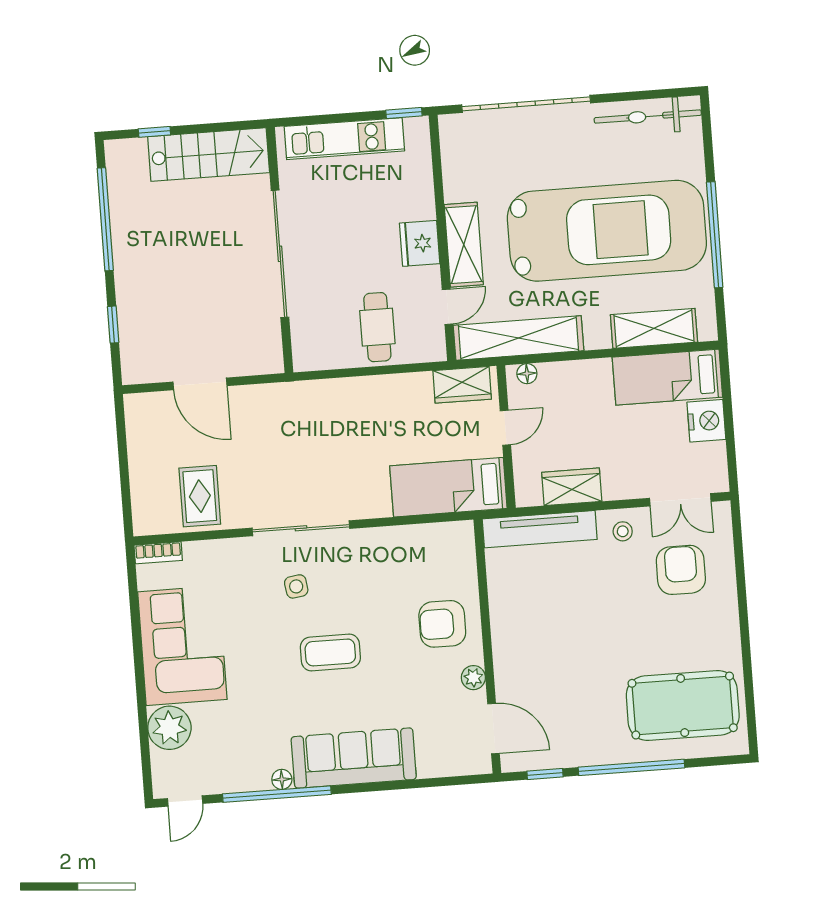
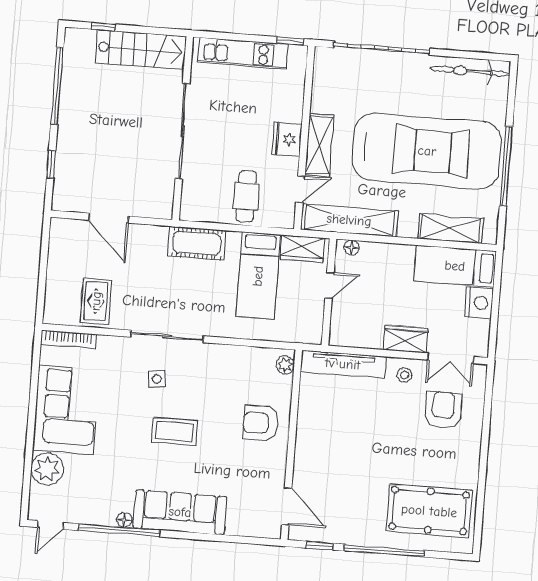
cot: (322, 399) -> (197, 243), added
bed: (448, 487) -> (258, 276), moved, turned -90
wardrobe: (572, 487) -> (406, 339), moved
bookcase: (158, 553) -> (69, 339), width x1.56
plant: (473, 678) -> (285, 365), moved

